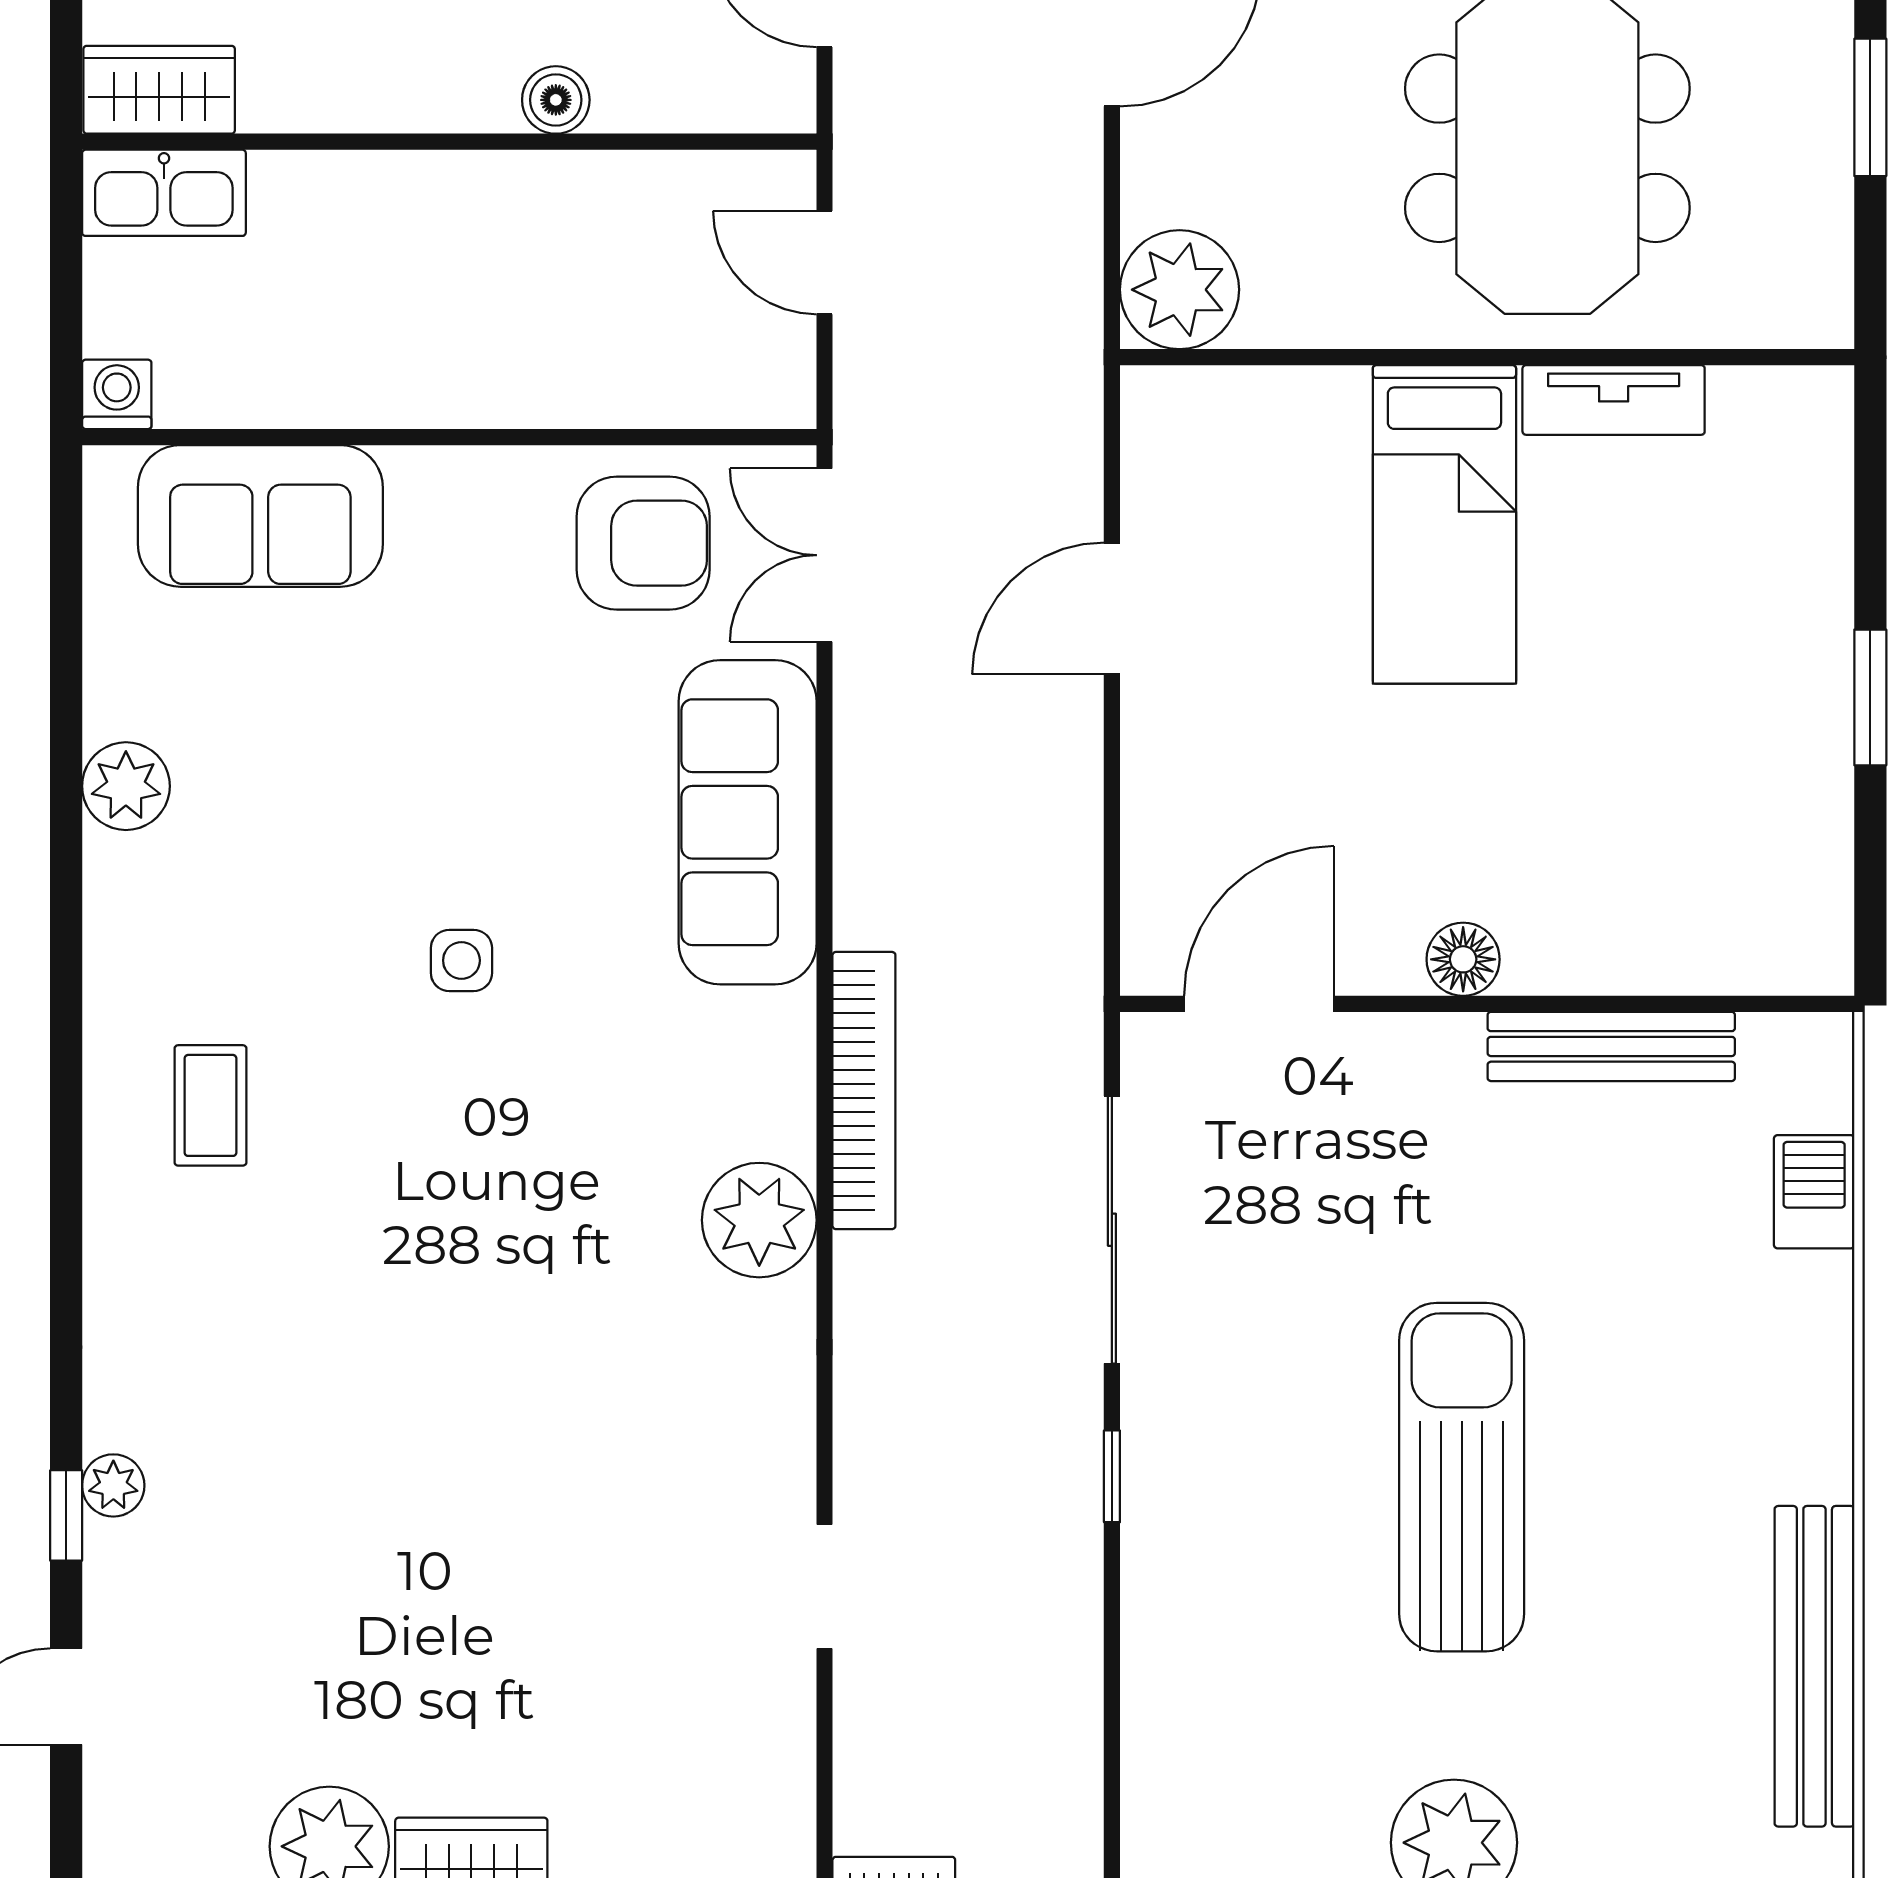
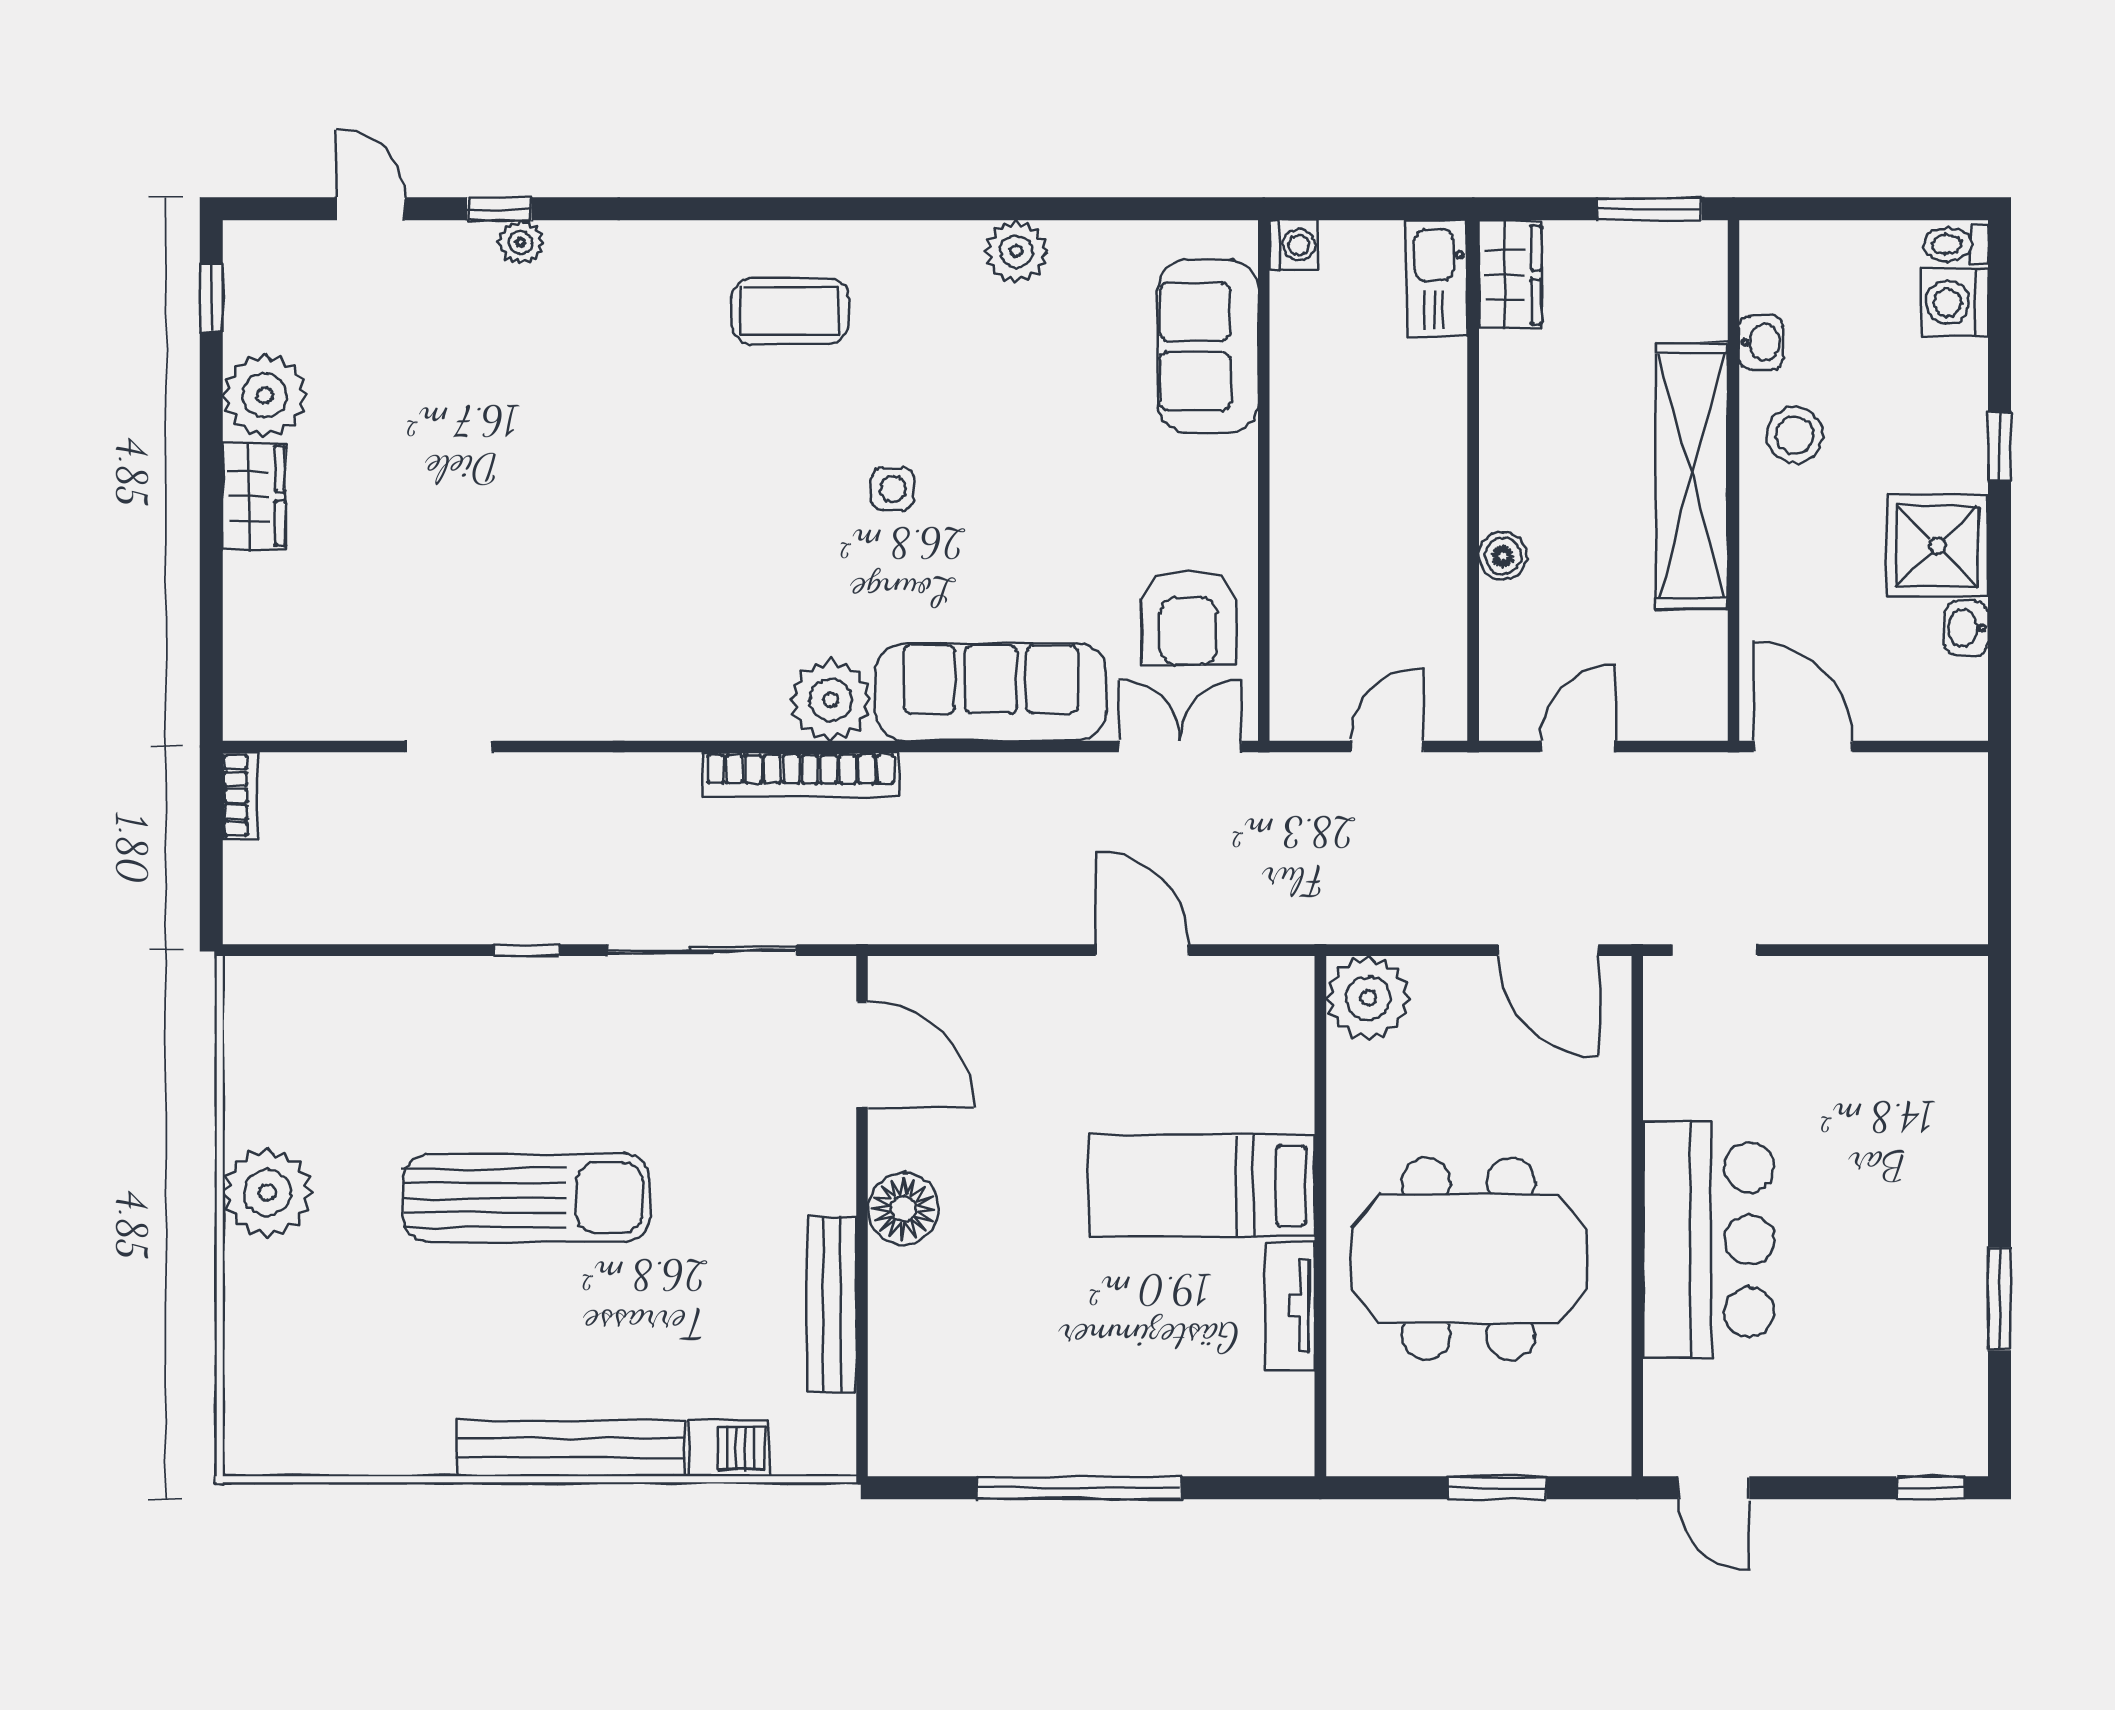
window: (1870, 697) -> (1079, 1488), width x2.11
floor lamp: (1463, 959) -> (903, 1209), width x1.38, depth x1.38
coffee table: (210, 1105) -> (790, 311), width x1.36, depth x1.30
plant: (759, 1220) -> (831, 700), moved
bench: (1814, 1666) -> (571, 1448), moved

